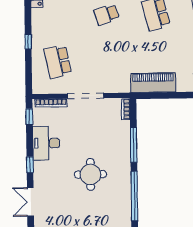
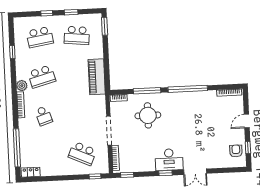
window: (28, 42) -> (95, 176), moved
school desk: (58, 62) -> (82, 154), turned 36
desk: (46, 143) -> (169, 160), moved
round table: (90, 174) -> (148, 115), moved

